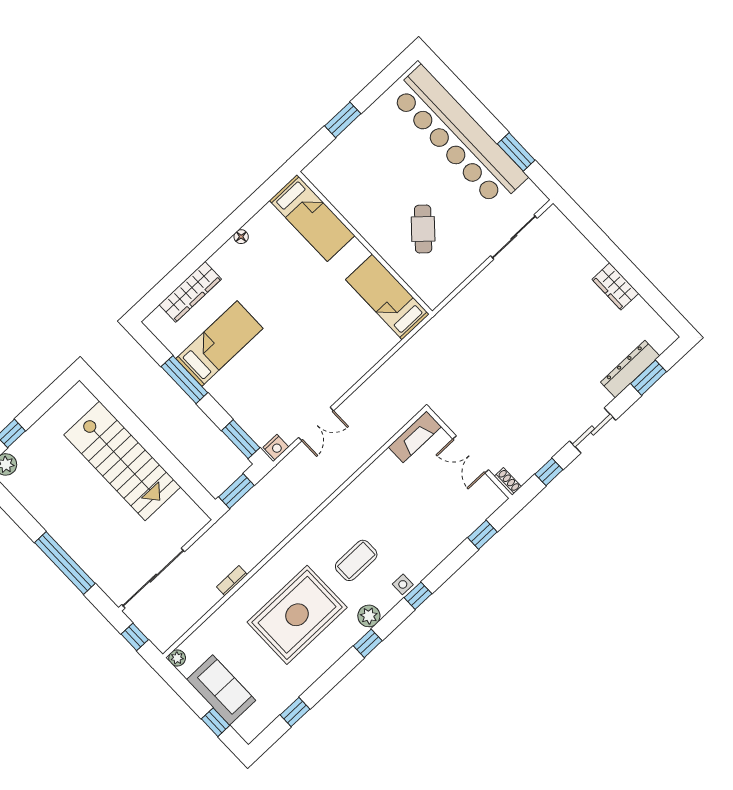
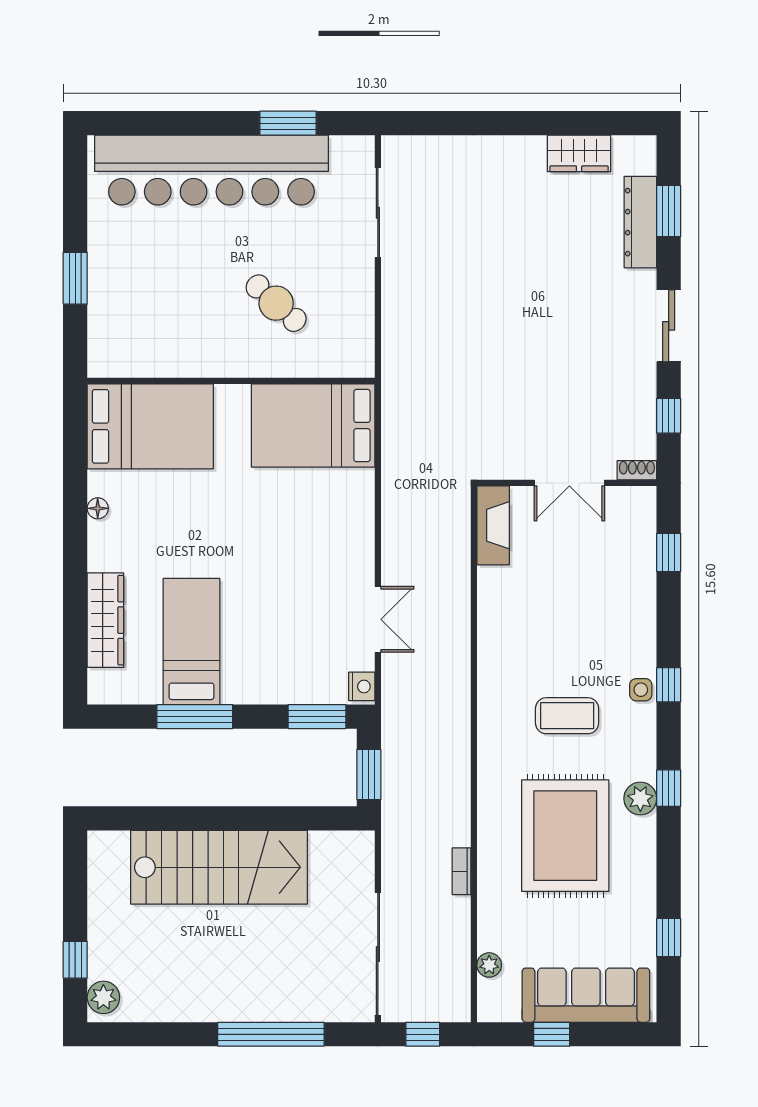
bed: (312, 218) -> (150, 426), width x1.50
wardrobe: (615, 286) -> (579, 153), moved
bed: (387, 297) -> (313, 426), width x1.50
coffee table: (356, 560) -> (567, 716), turned 90
plant: (369, 616) -> (640, 799), moved
plant: (177, 658) -> (489, 965), moved
sofa: (221, 690) -> (586, 995), width x1.36
window: (216, 722) -> (552, 1034), moved

